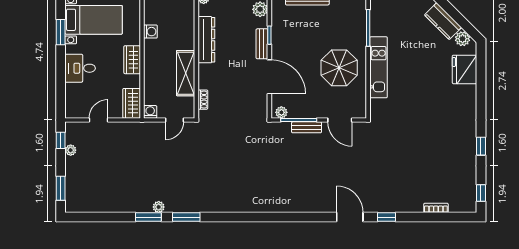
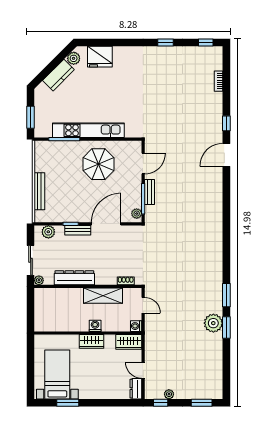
washing machine: (150, 32) -> (95, 326), moved
kitchen unit: (379, 67) -> (88, 130), width x1.36
desk: (80, 68) -> (99, 386), removed
dresser: (77, 111) -> (136, 389), added
plant: (159, 207) -> (213, 323), width x1.88, depth x1.88

